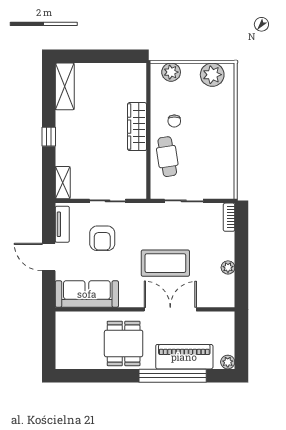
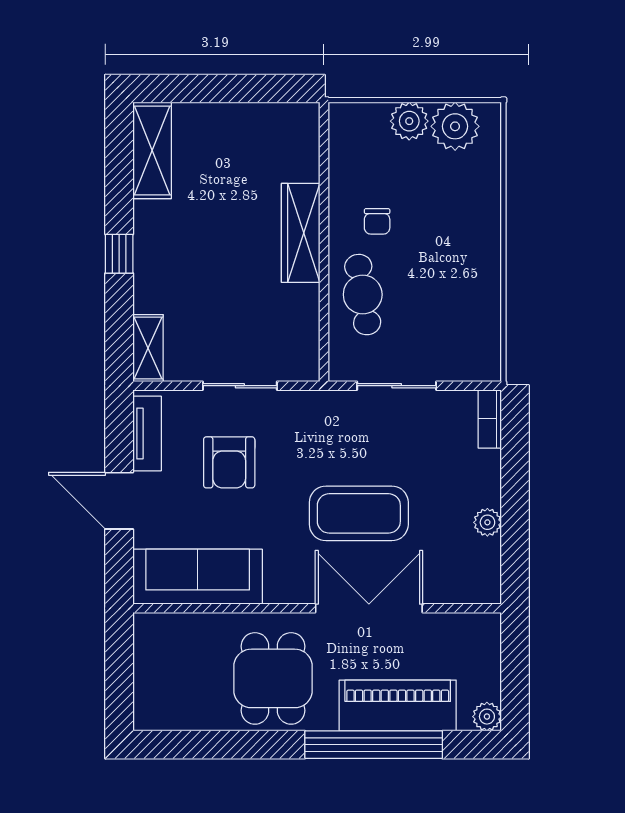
plant: (171, 72) -> (409, 121), moved

